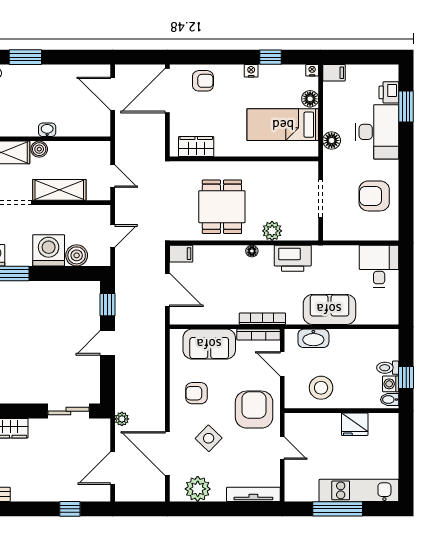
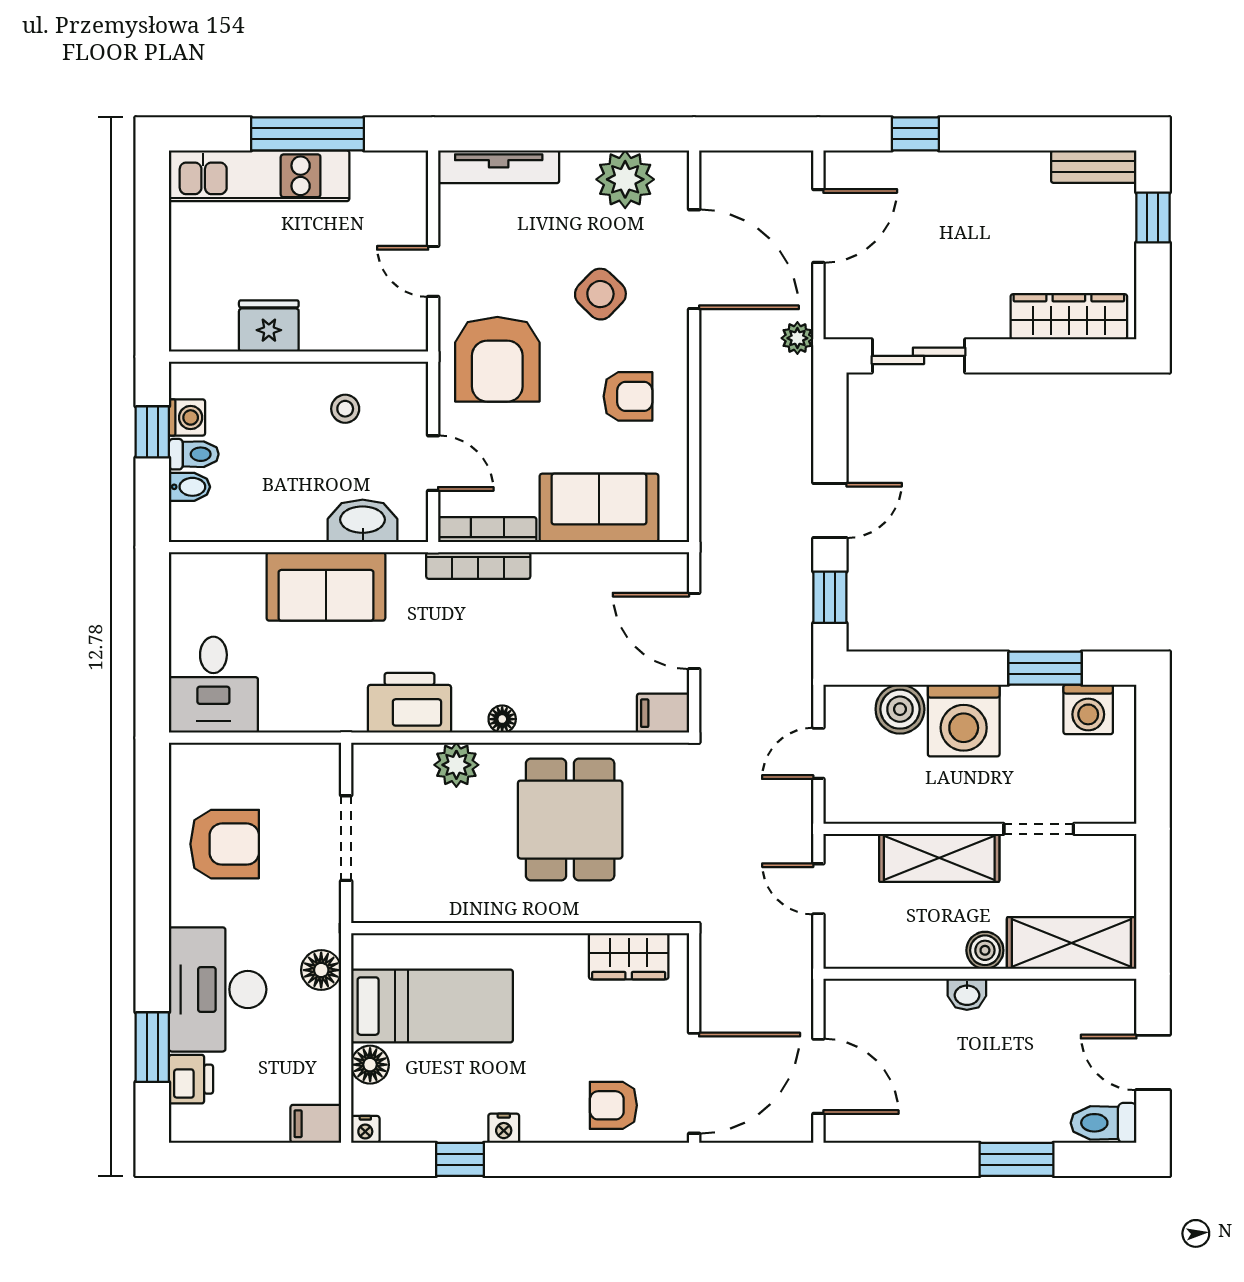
stool: (321, 388) -> (345, 409), width x0.53, depth x0.53
bidet: (390, 400) -> (189, 487), moved

